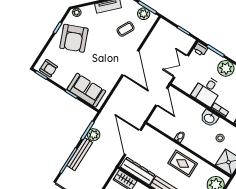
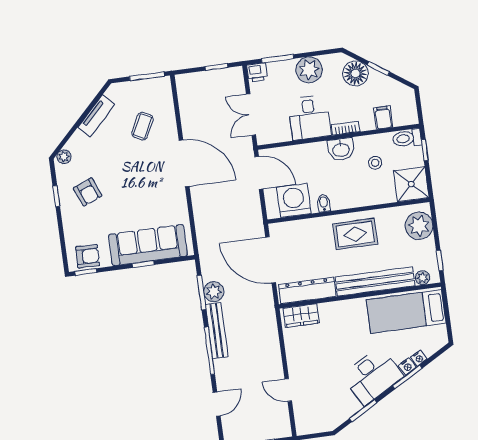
plant: (144, 14) -> (149, 88), removed
armchair: (74, 38) -> (88, 192), width x0.53, depth x0.53
sofa: (86, 90) -> (148, 245), width x1.36
washing machine: (167, 123) -> (294, 200), added

